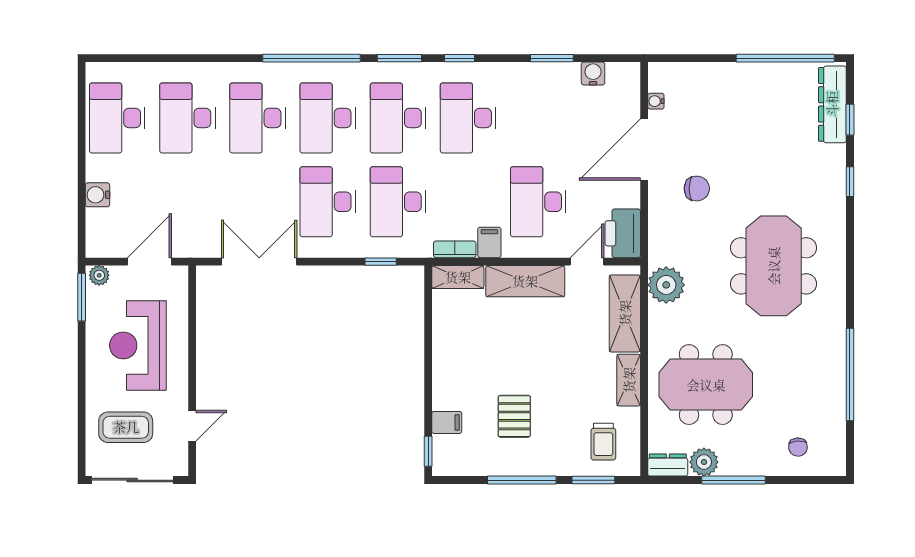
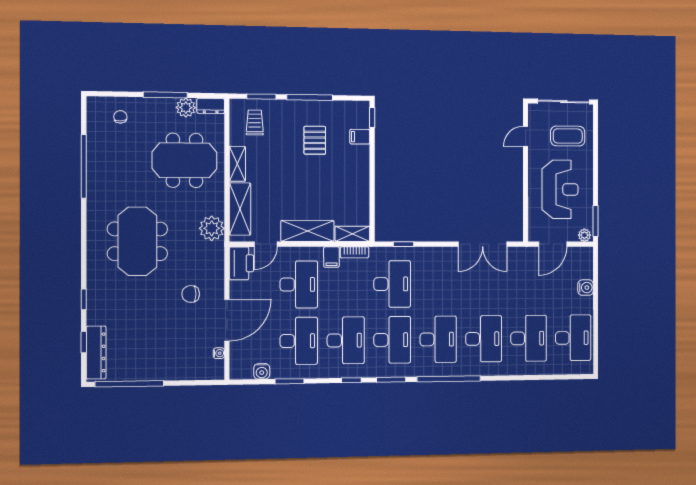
desk: (328, 202) -> (299, 341), moved

